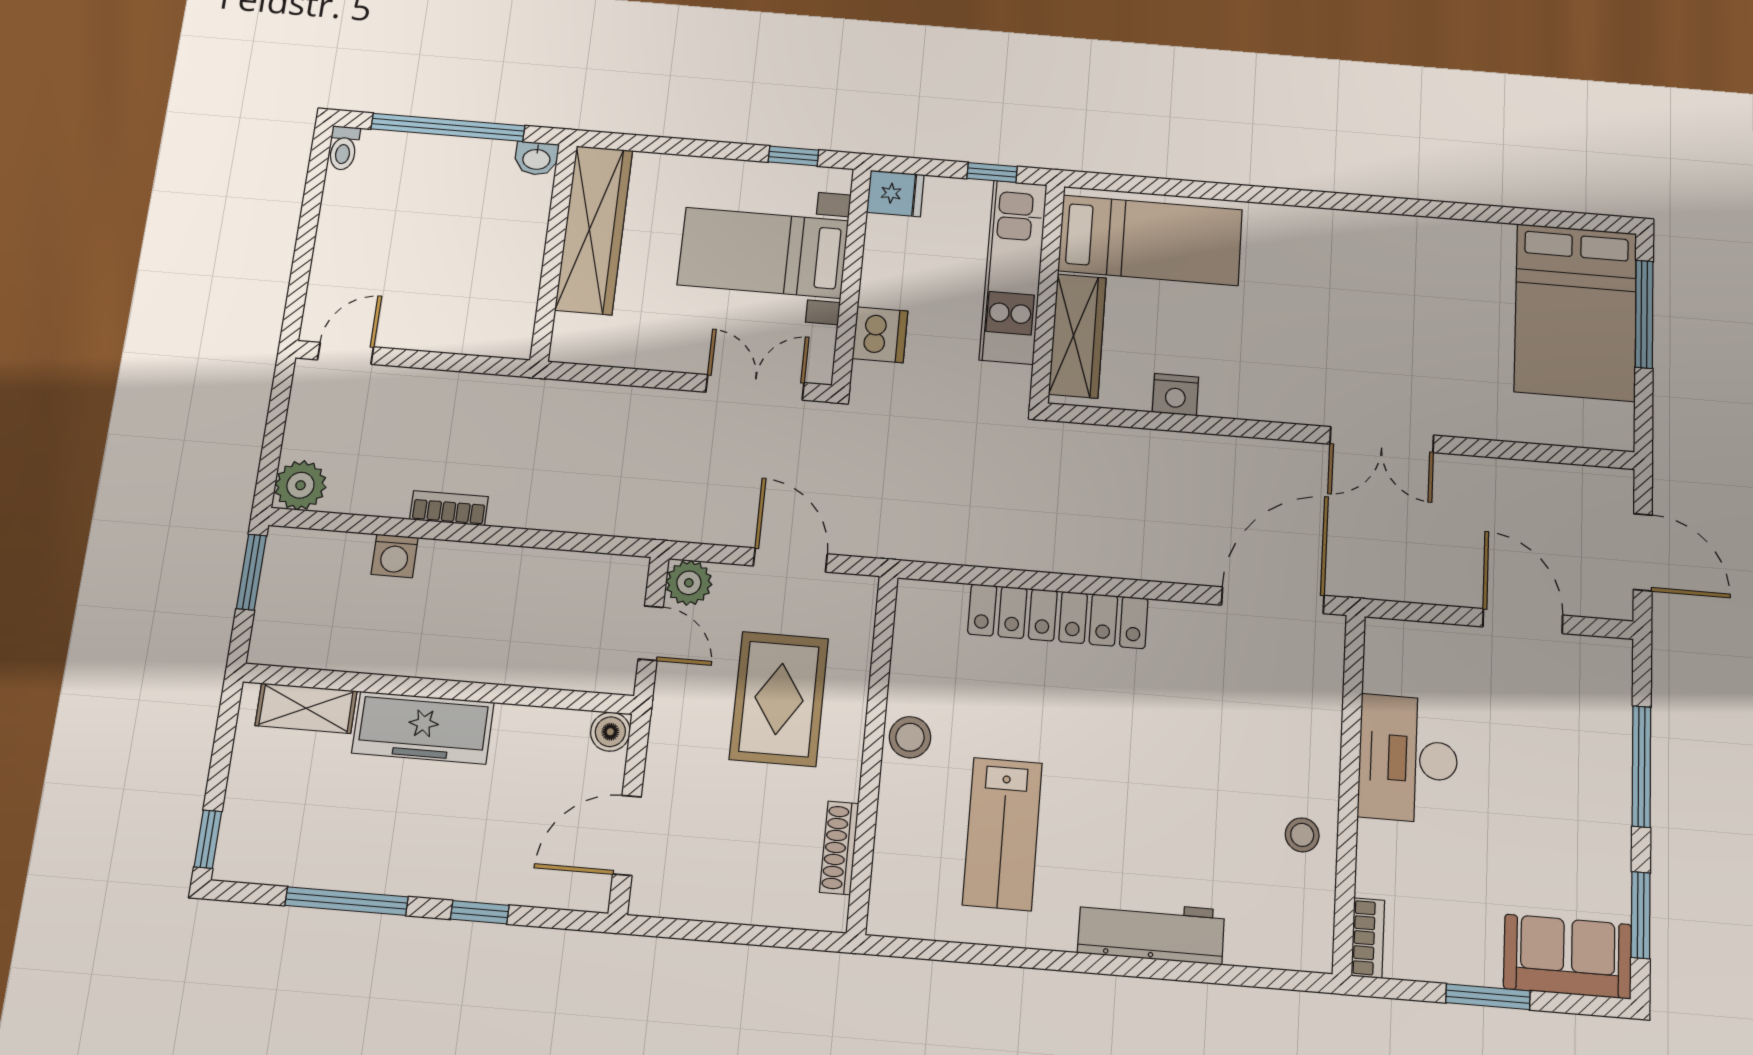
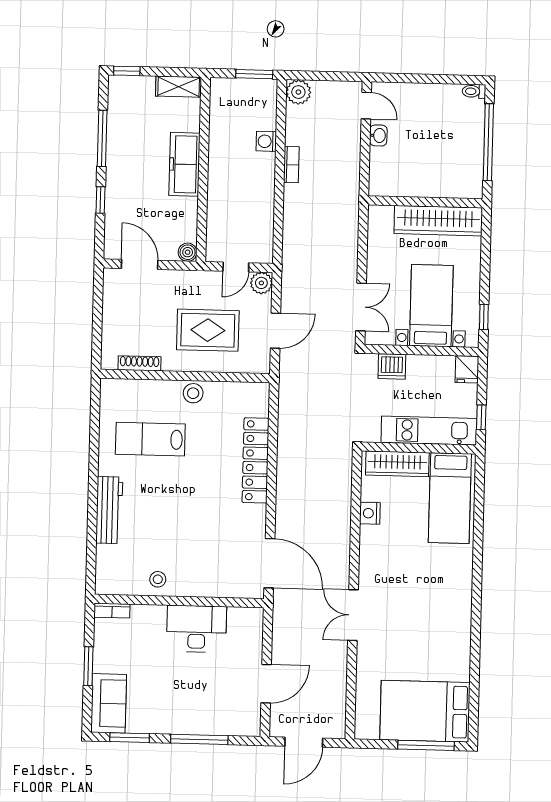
washbasin: (536, 158) -> (378, 135), moved, turned 180
shelving: (306, 708) -> (179, 87), moved, turned 90

